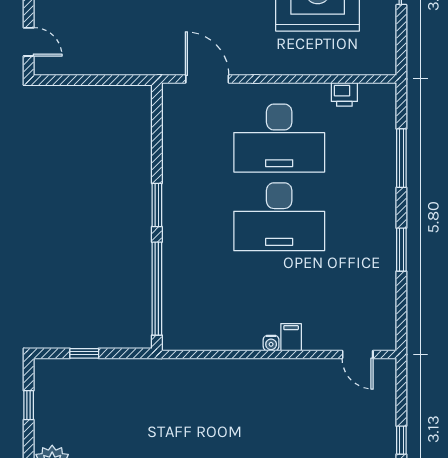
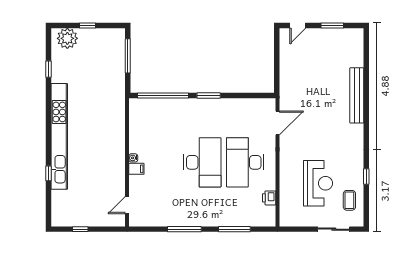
desk: (279, 217) -> (202, 162), turned 180
window: (401, 250) -> (184, 229), width x1.44
window: (84, 353) -> (128, 56), width x2.17
window: (29, 405) -> (87, 26), moved

